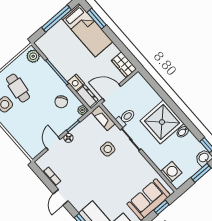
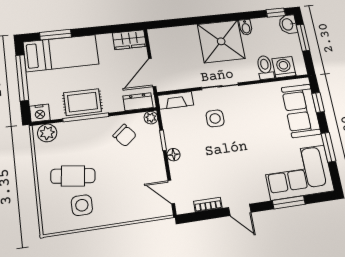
rug: (65, 64) -> (83, 102), added
nightstand: (76, 83) -> (40, 113), moved
toilet: (126, 118) -> (265, 67), moved
door: (53, 143) -> (171, 192), moved

